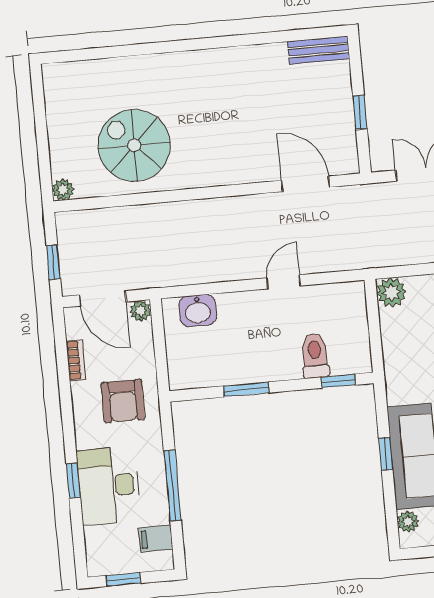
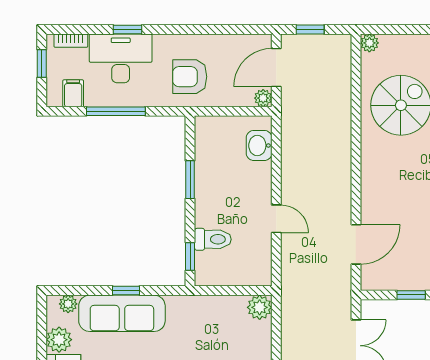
bookcase: (76, 360) -> (71, 41), moved

